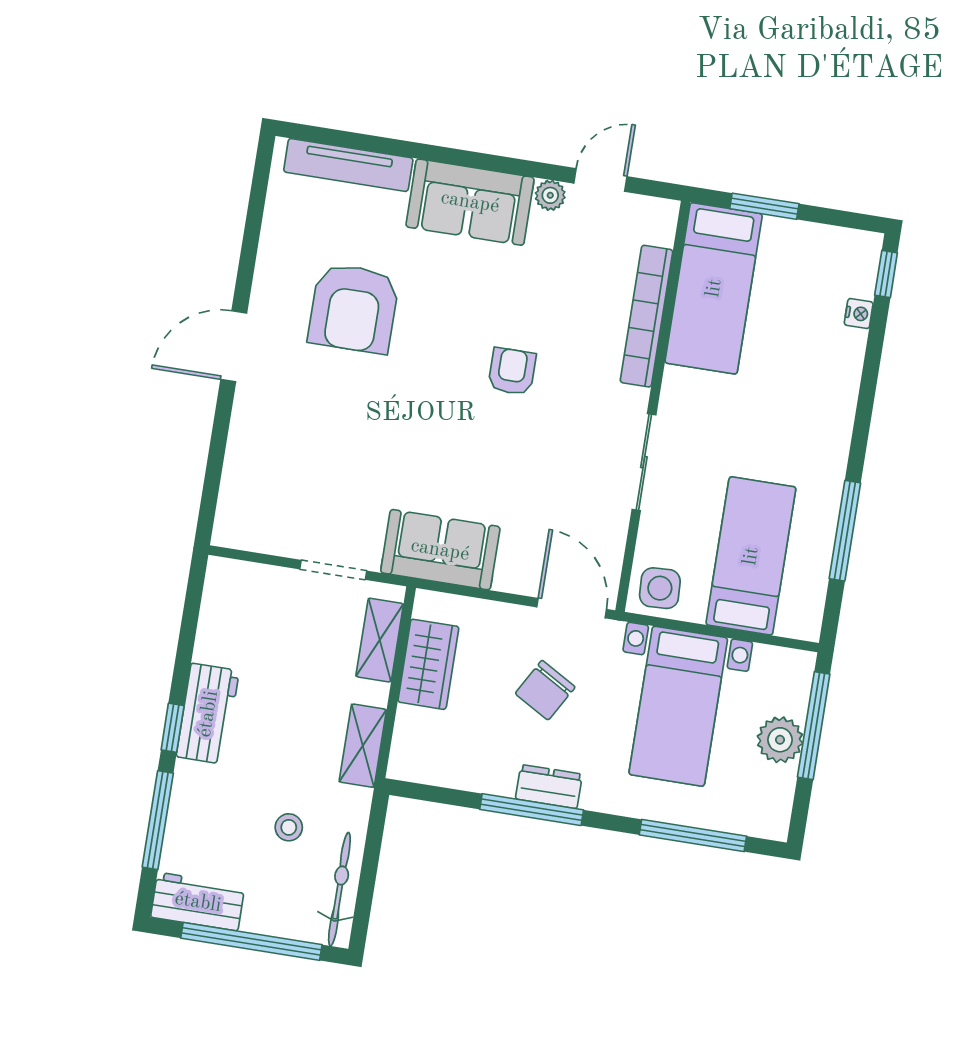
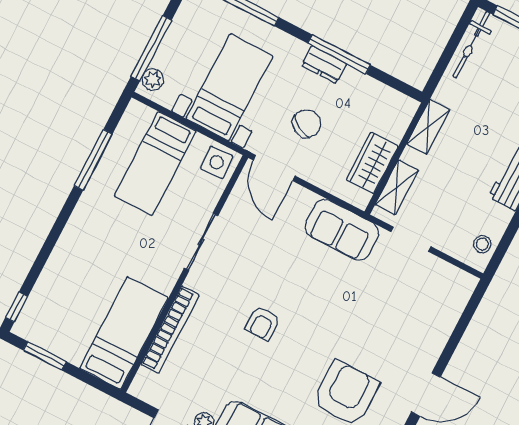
window: (764, 206) -> (45, 356), moved
nightstand: (859, 314) -> (41, 289), removed
plant: (780, 740) -> (153, 80), moved, width x0.73, depth x0.73
stool: (289, 827) -> (482, 244), moved

